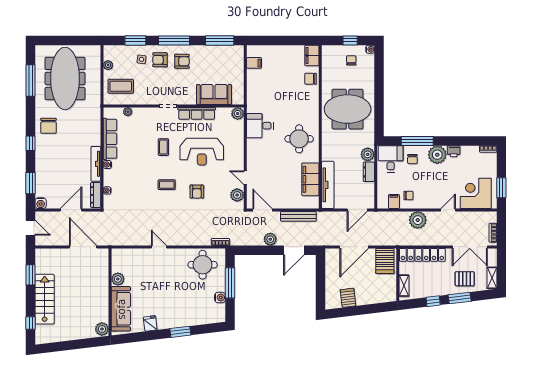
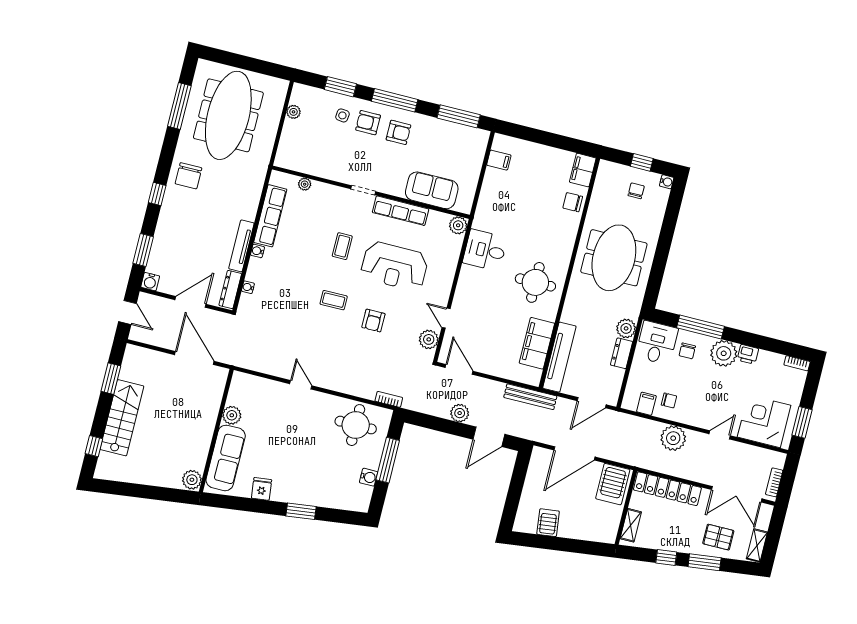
coffee table: (121, 86) -> (304, 146), removed
meeting table: (348, 109) -> (614, 258), turned 90
bench: (298, 216) -> (530, 397), moved

